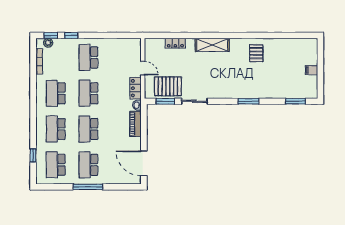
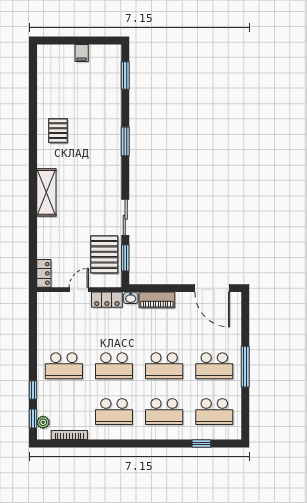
locker: (175, 43) -> (44, 273), moved
pallet: (256, 53) -> (58, 131), turned 90
door: (144, 163) -> (212, 288), hinge flipped

